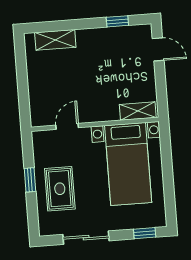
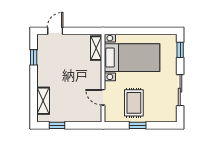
window: (21, 63) -> (57, 125), added
rug: (60, 189) -> (134, 103), moved, turned 90

